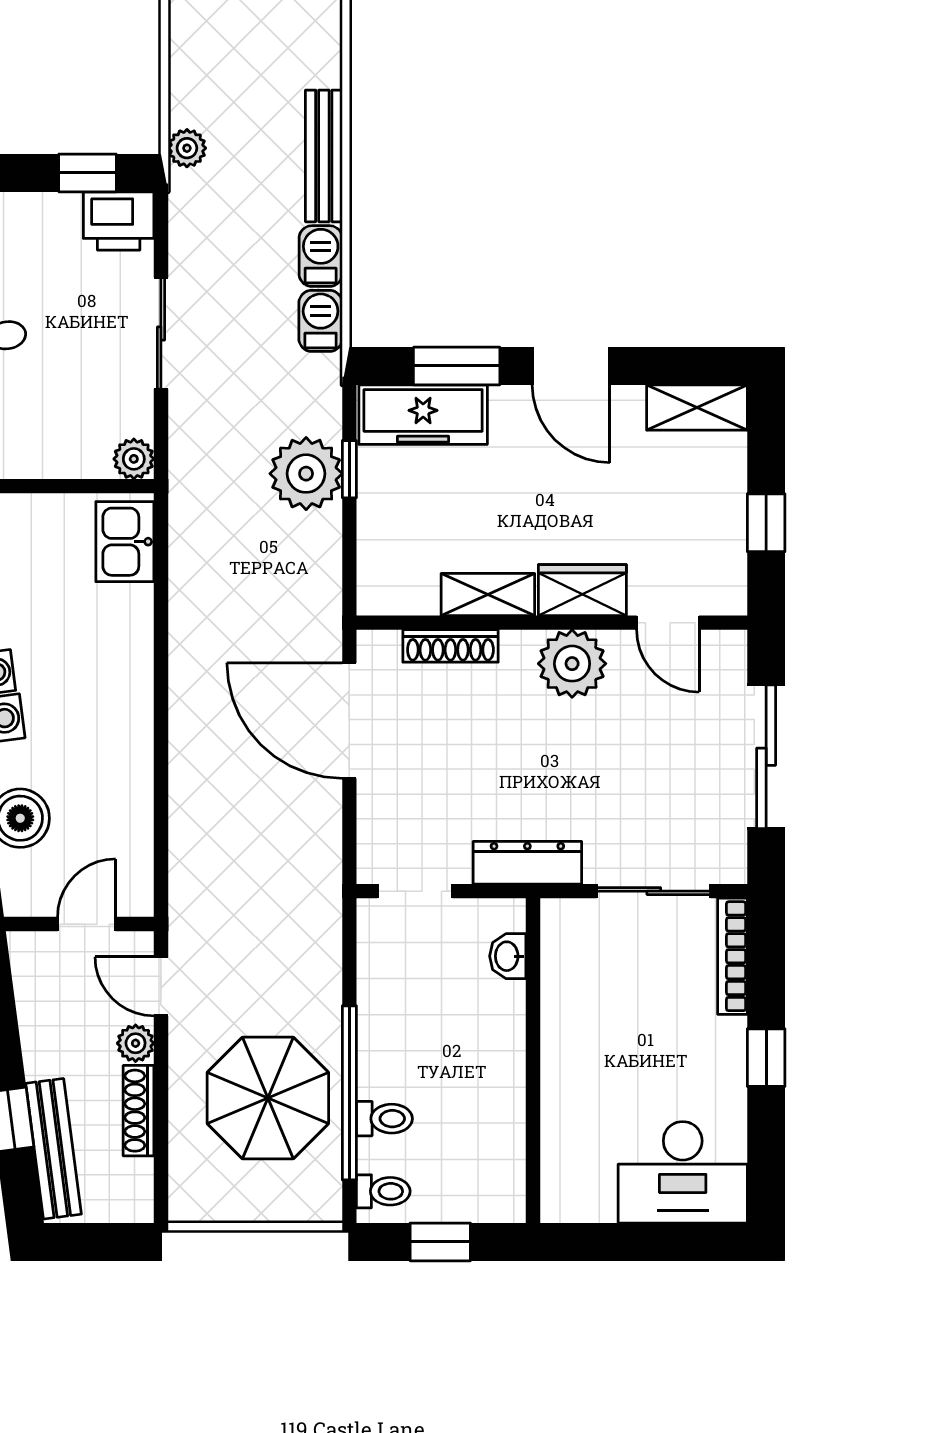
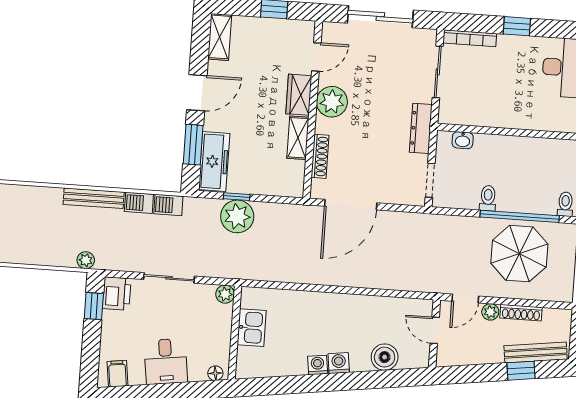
kitchen sink: (125, 542) -> (252, 328), moved, turned -90
toilet: (384, 1119) -> (488, 198), moved

